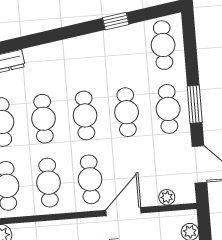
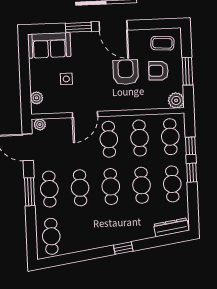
window: (116, 21) -> (123, 248), moved
plant: (167, 197) -> (40, 125), moved

